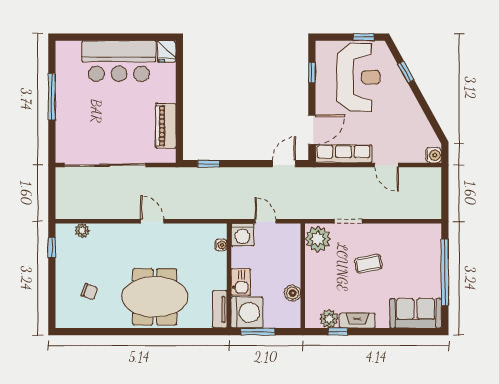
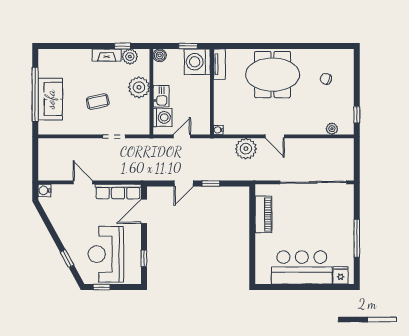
fridge: (166, 51) -> (341, 275), moved
window: (209, 164) -> (211, 184), moved
door: (284, 164) -> (184, 184), moved
plant: (187, 206) -> (246, 149), added
door: (265, 221) -> (182, 136), swing flipped
washing machine: (242, 235) -> (162, 117), moved, turned 90
plant: (318, 239) -> (139, 87), moved
water cooler: (221, 245) -> (218, 130), moved
kitchen sink: (241, 282) -> (161, 96), moved, turned 180
boiler: (293, 293) -> (160, 55), moved
sofa: (416, 313) -> (50, 99), moved, turned -90
window: (258, 332) -> (188, 46), width x0.67

